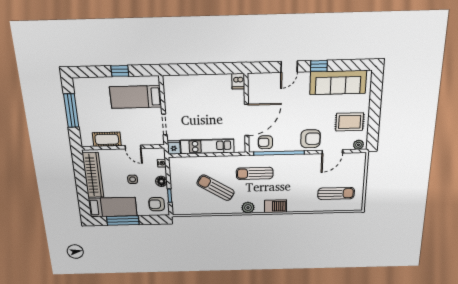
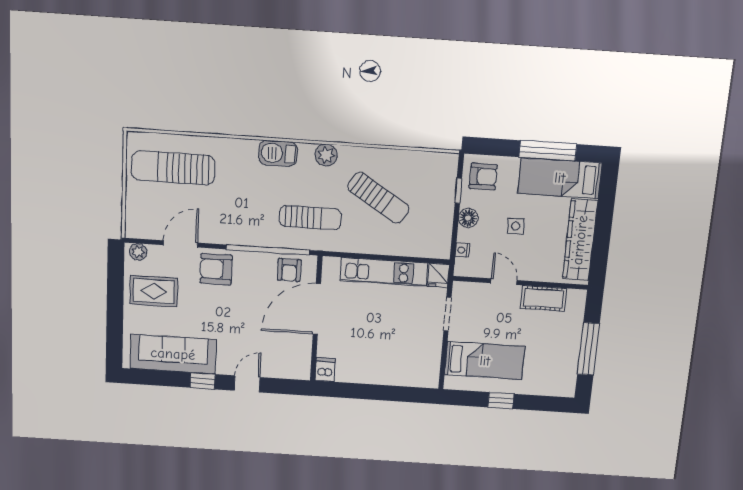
armchair: (265, 142) -> (289, 270), turned 90
sun lounger: (336, 193) -> (173, 168), width x1.36, depth x1.34

